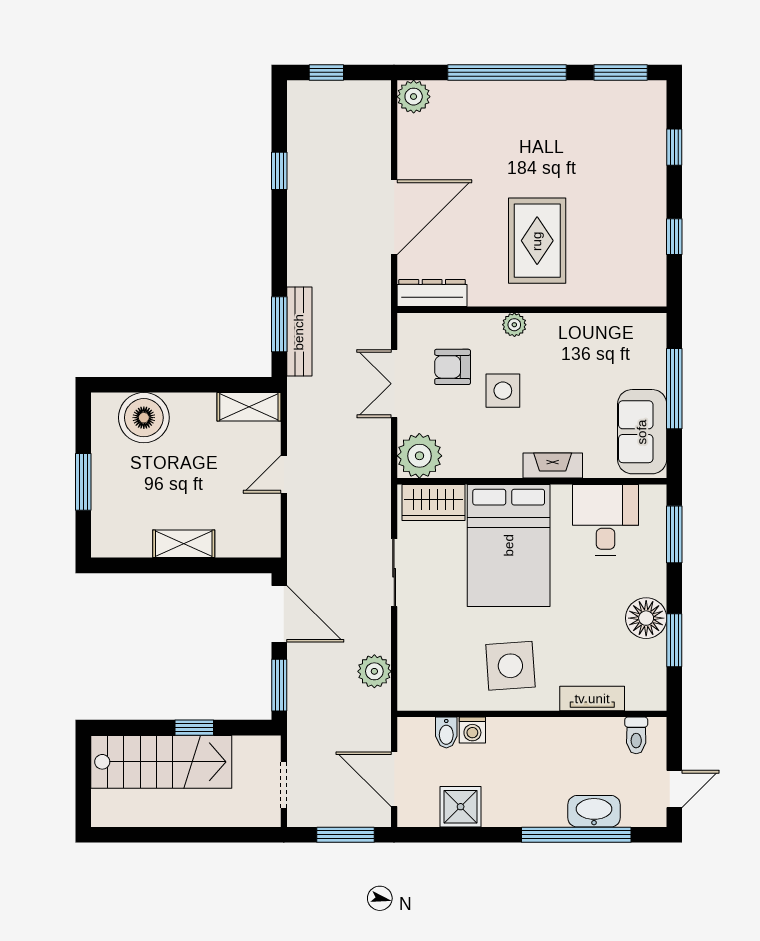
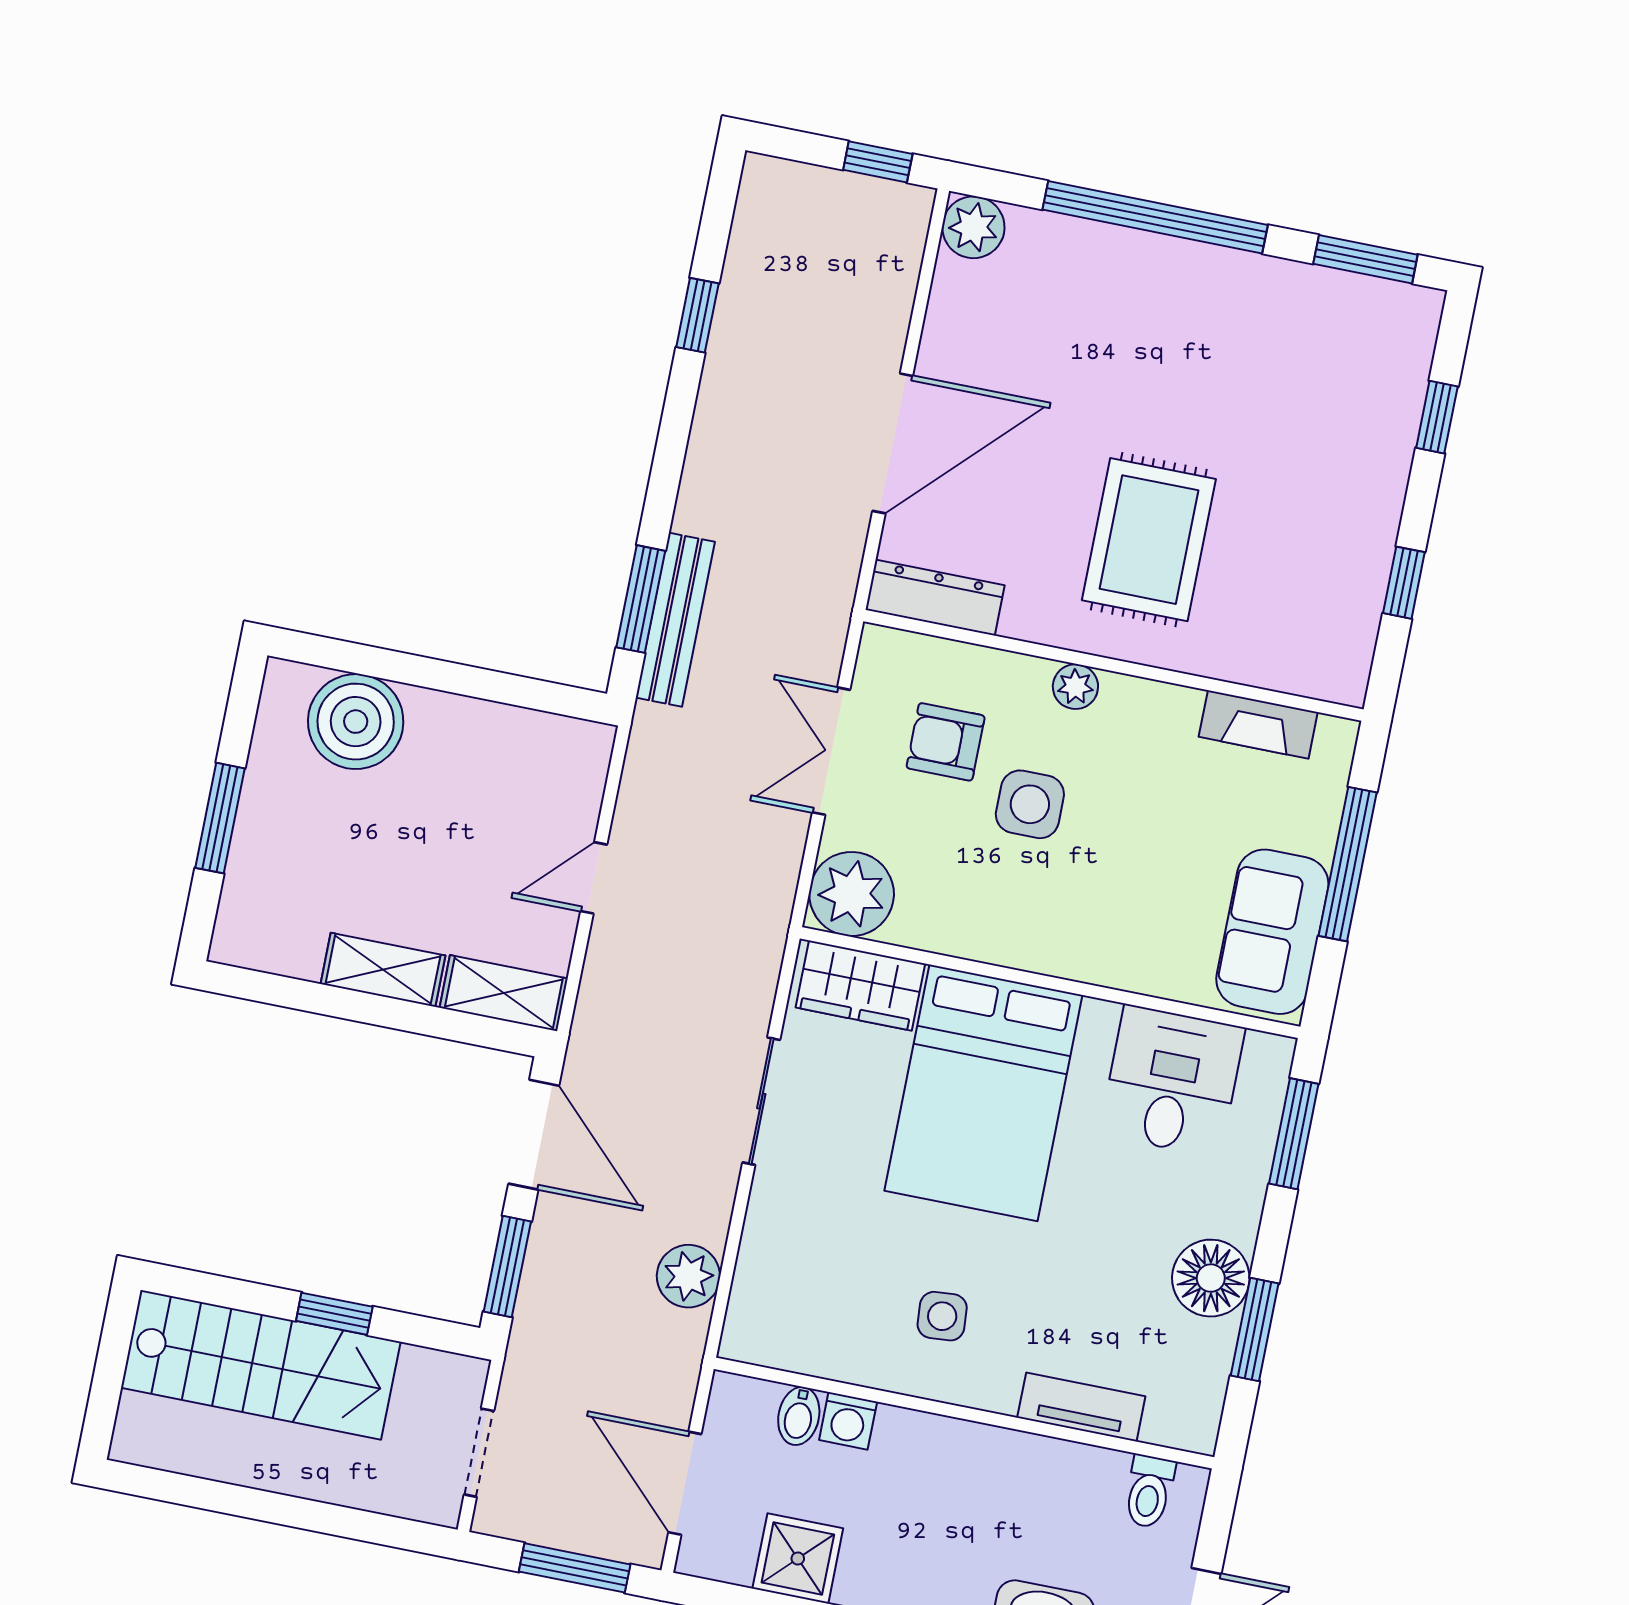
window: (326, 72) -> (878, 162), moved
shelving: (249, 407) -> (504, 993), moved
fireplace: (553, 465) -> (1258, 725), moved, turned 180
side table: (510, 666) -> (942, 1316), width x0.54, depth x0.54

